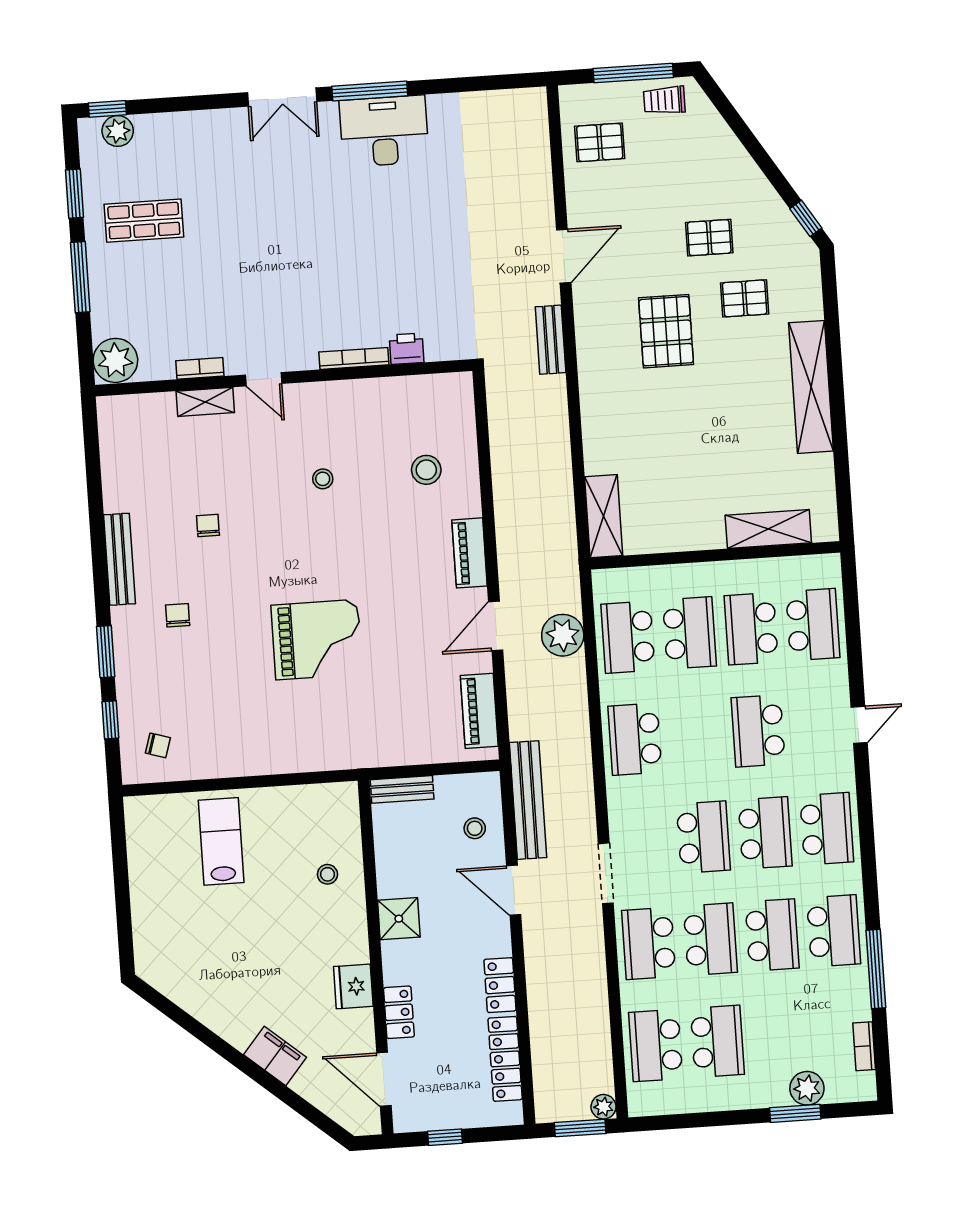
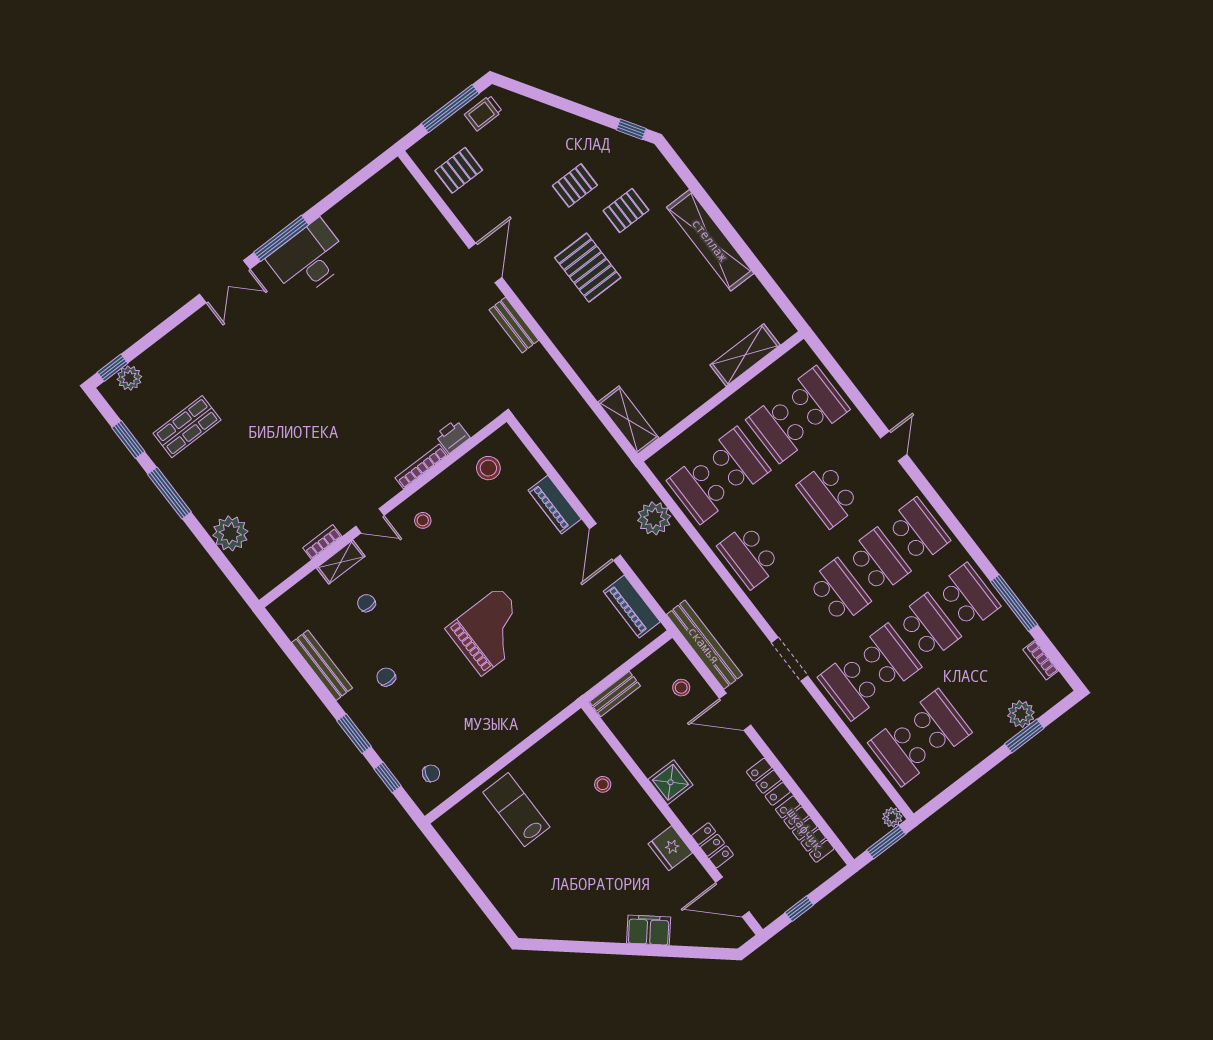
printer: (407, 349) -> (452, 436), moved
bookcase: (354, 358) -> (421, 466), moved
bookcase: (200, 368) -> (322, 542), moved
wall: (284, 378) -> (383, 511), moved
door: (264, 379) -> (370, 521), moved
shelving: (205, 402) -> (341, 562), moved

